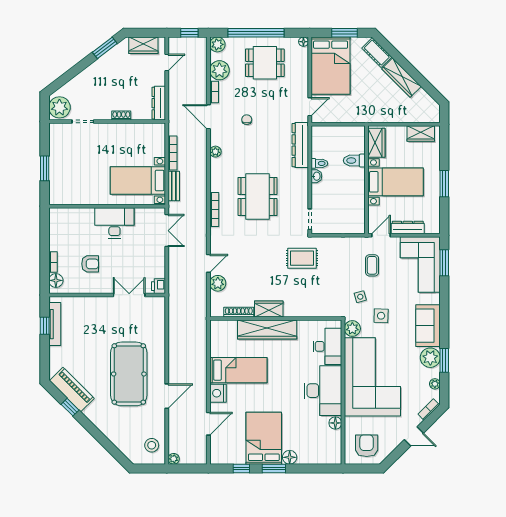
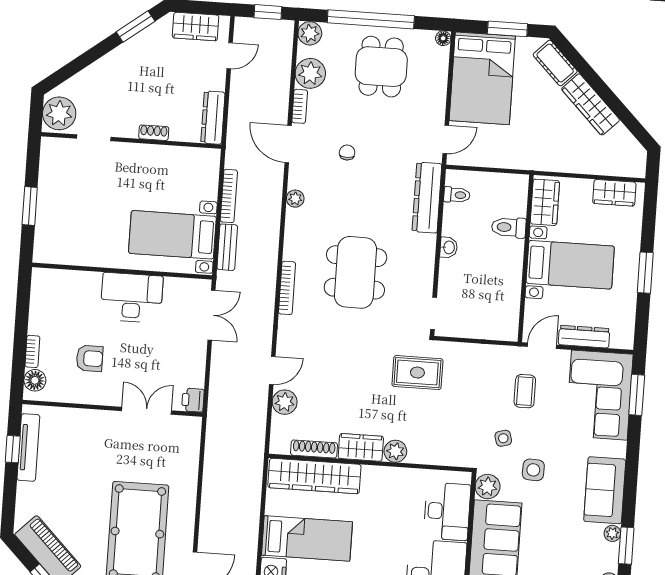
dining table: (265, 63) -> (381, 67), turned 90
toilet: (319, 163) -> (457, 195), moved
plant: (291, 310) -> (395, 451), added
wardrobe: (267, 330) -> (314, 476), moved
plant: (430, 358) -> (612, 533), width x0.53, depth x0.53

